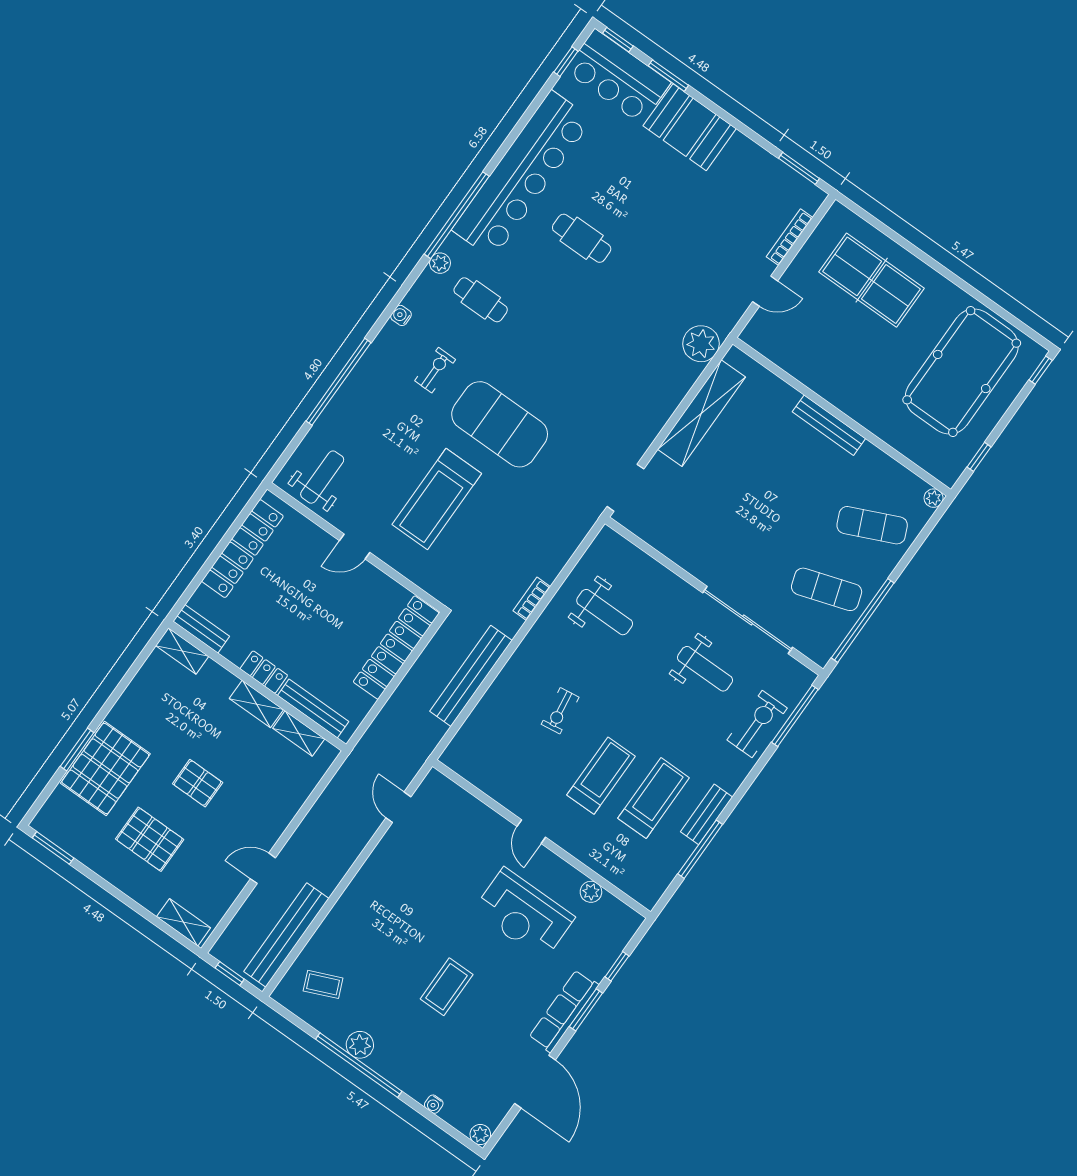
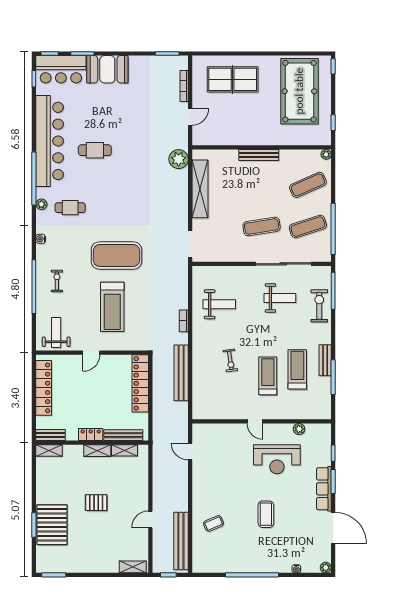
exercise bike: (435, 370) -> (57, 281), moved
exercise mat: (755, 539) -> (262, 226), added
pallet: (150, 839) -> (93, 542), removed
coffee table: (323, 984) -> (214, 523), moved
plant: (360, 1045) -> (246, 566), removed

